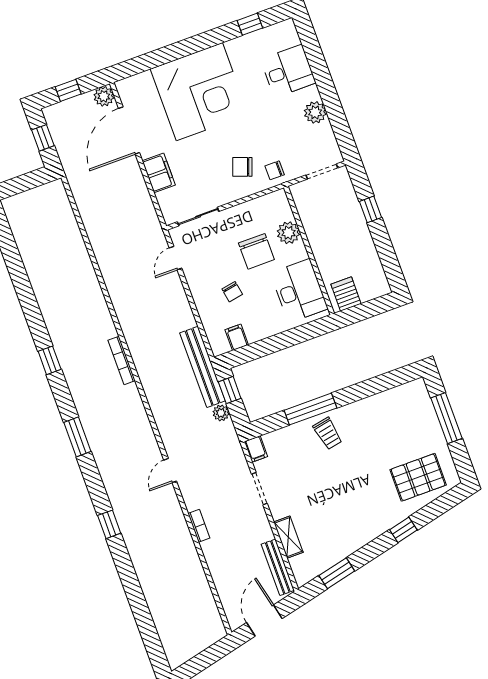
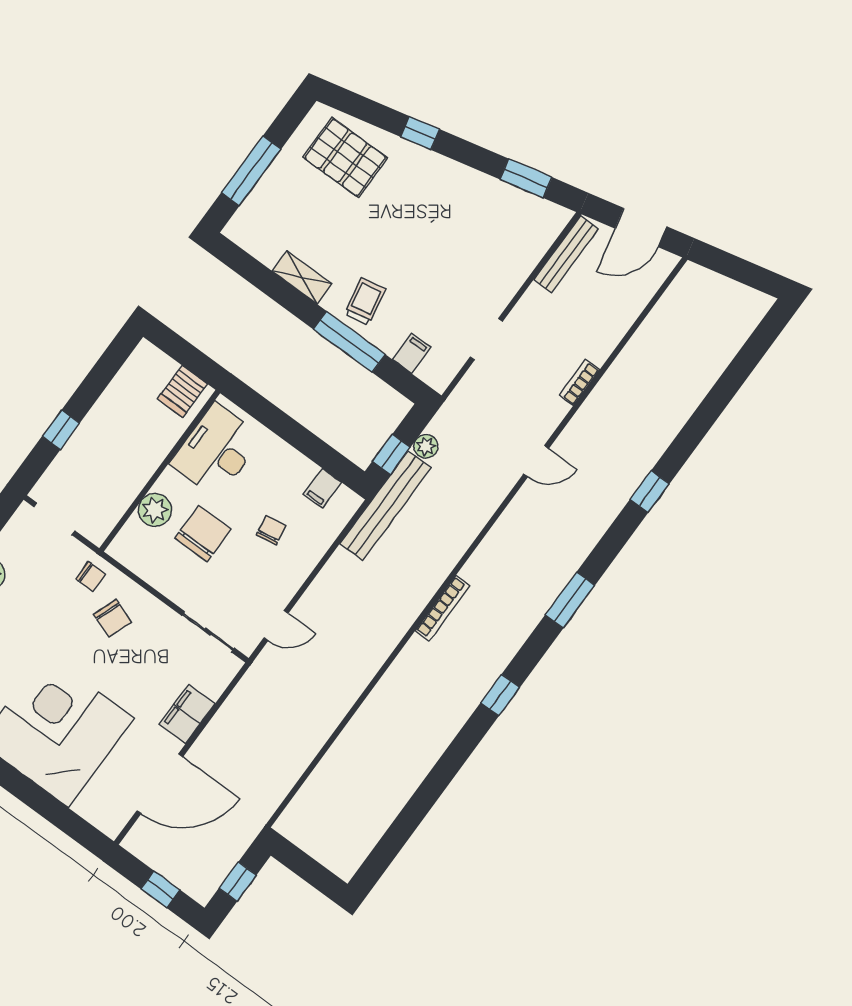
plant: (104, 96) -> (139, 842), removed
filing cabinet: (256, 449) -> (412, 353), moved
shelving: (288, 537) -> (302, 277), moved, turned 90

